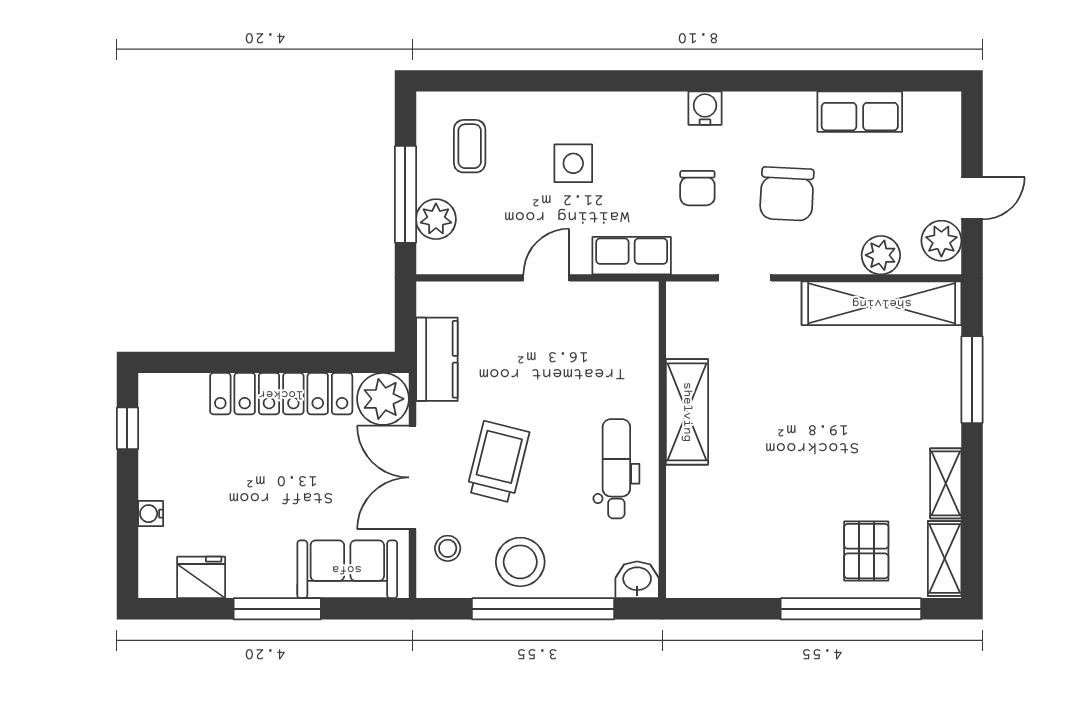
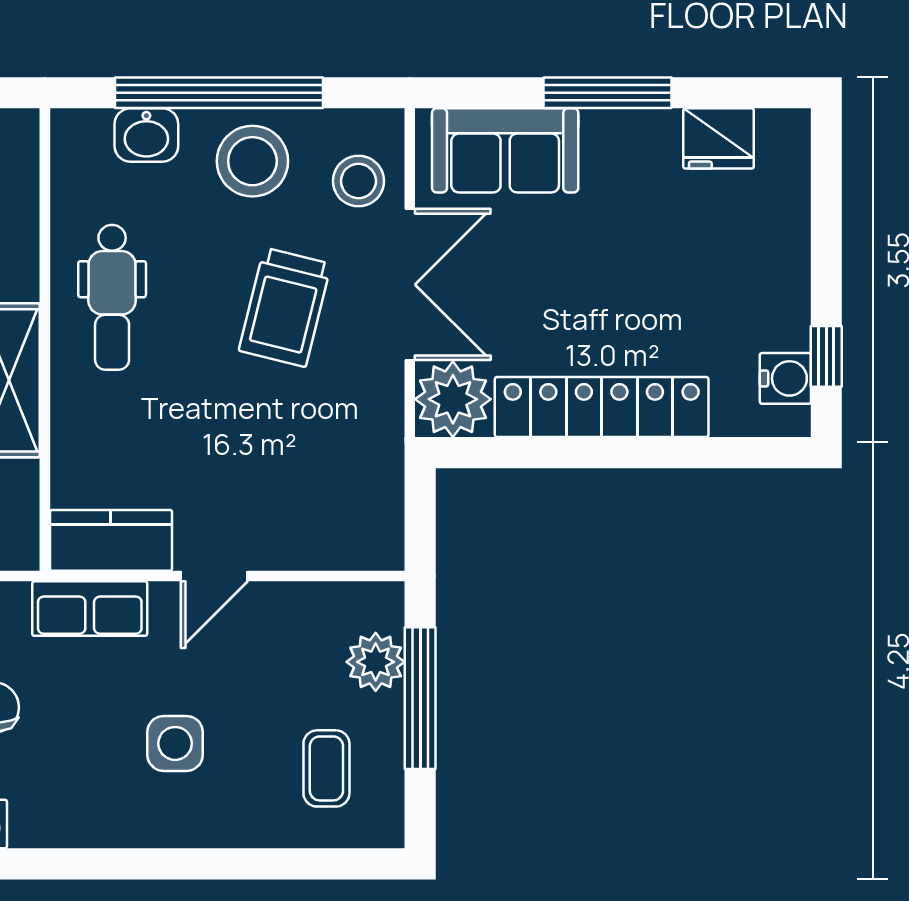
kitchen counter: (437, 359) -> (111, 540), moved, turned 90
water cooler: (151, 514) -> (785, 378), moved, width x1.38, depth x1.38
stool: (448, 548) -> (358, 181), width x1.37, depth x1.37
washbasin: (637, 580) -> (146, 135), moved

